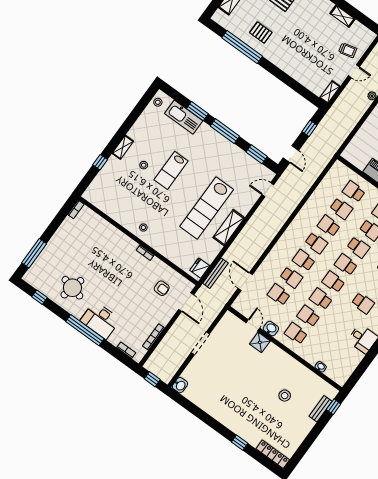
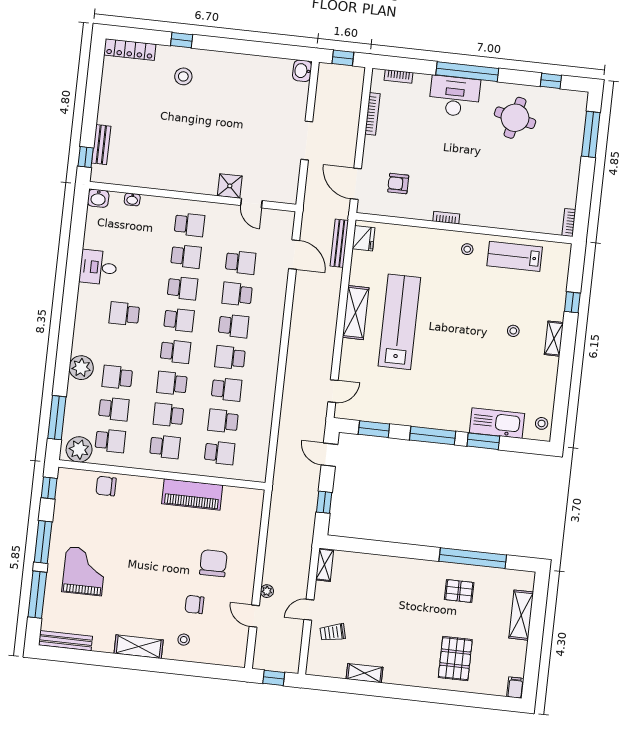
lab bench: (171, 170) -> (515, 256), moved, turned -90
washbasin: (271, 329) -> (98, 198), moved
stool: (285, 396) -> (183, 76), moved

